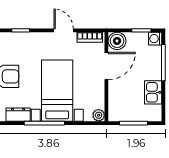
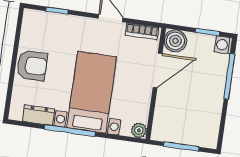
kitchen sink: (153, 92) -> (211, 112), removed

